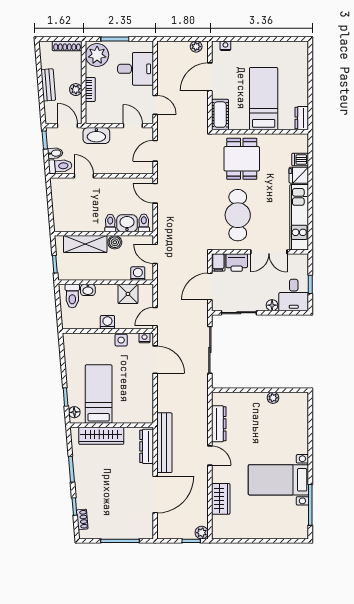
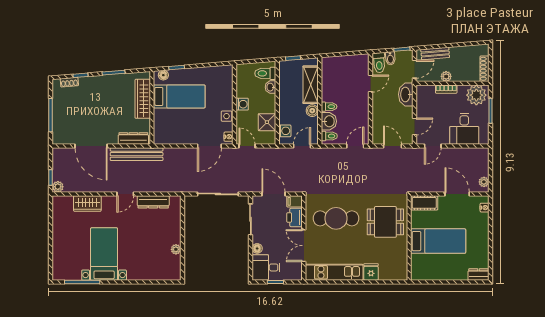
bench: (48, 85) -> (435, 53), moved
dresser: (302, 118) -> (478, 275), moved
dishwasher: (300, 159) -> (385, 273), removed

